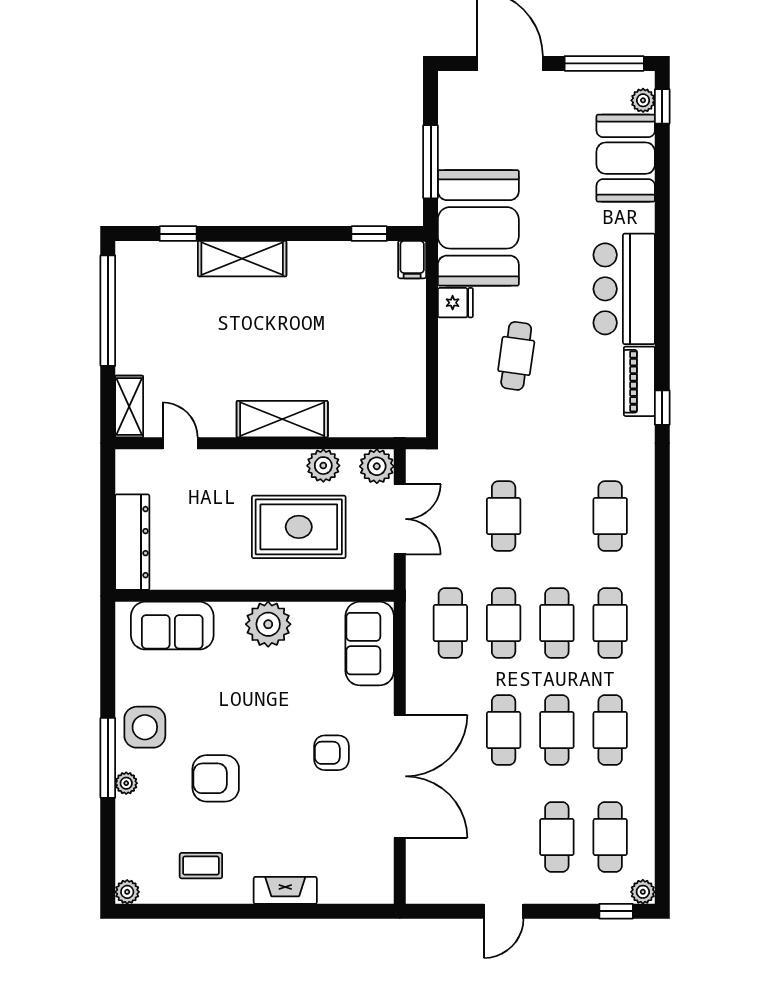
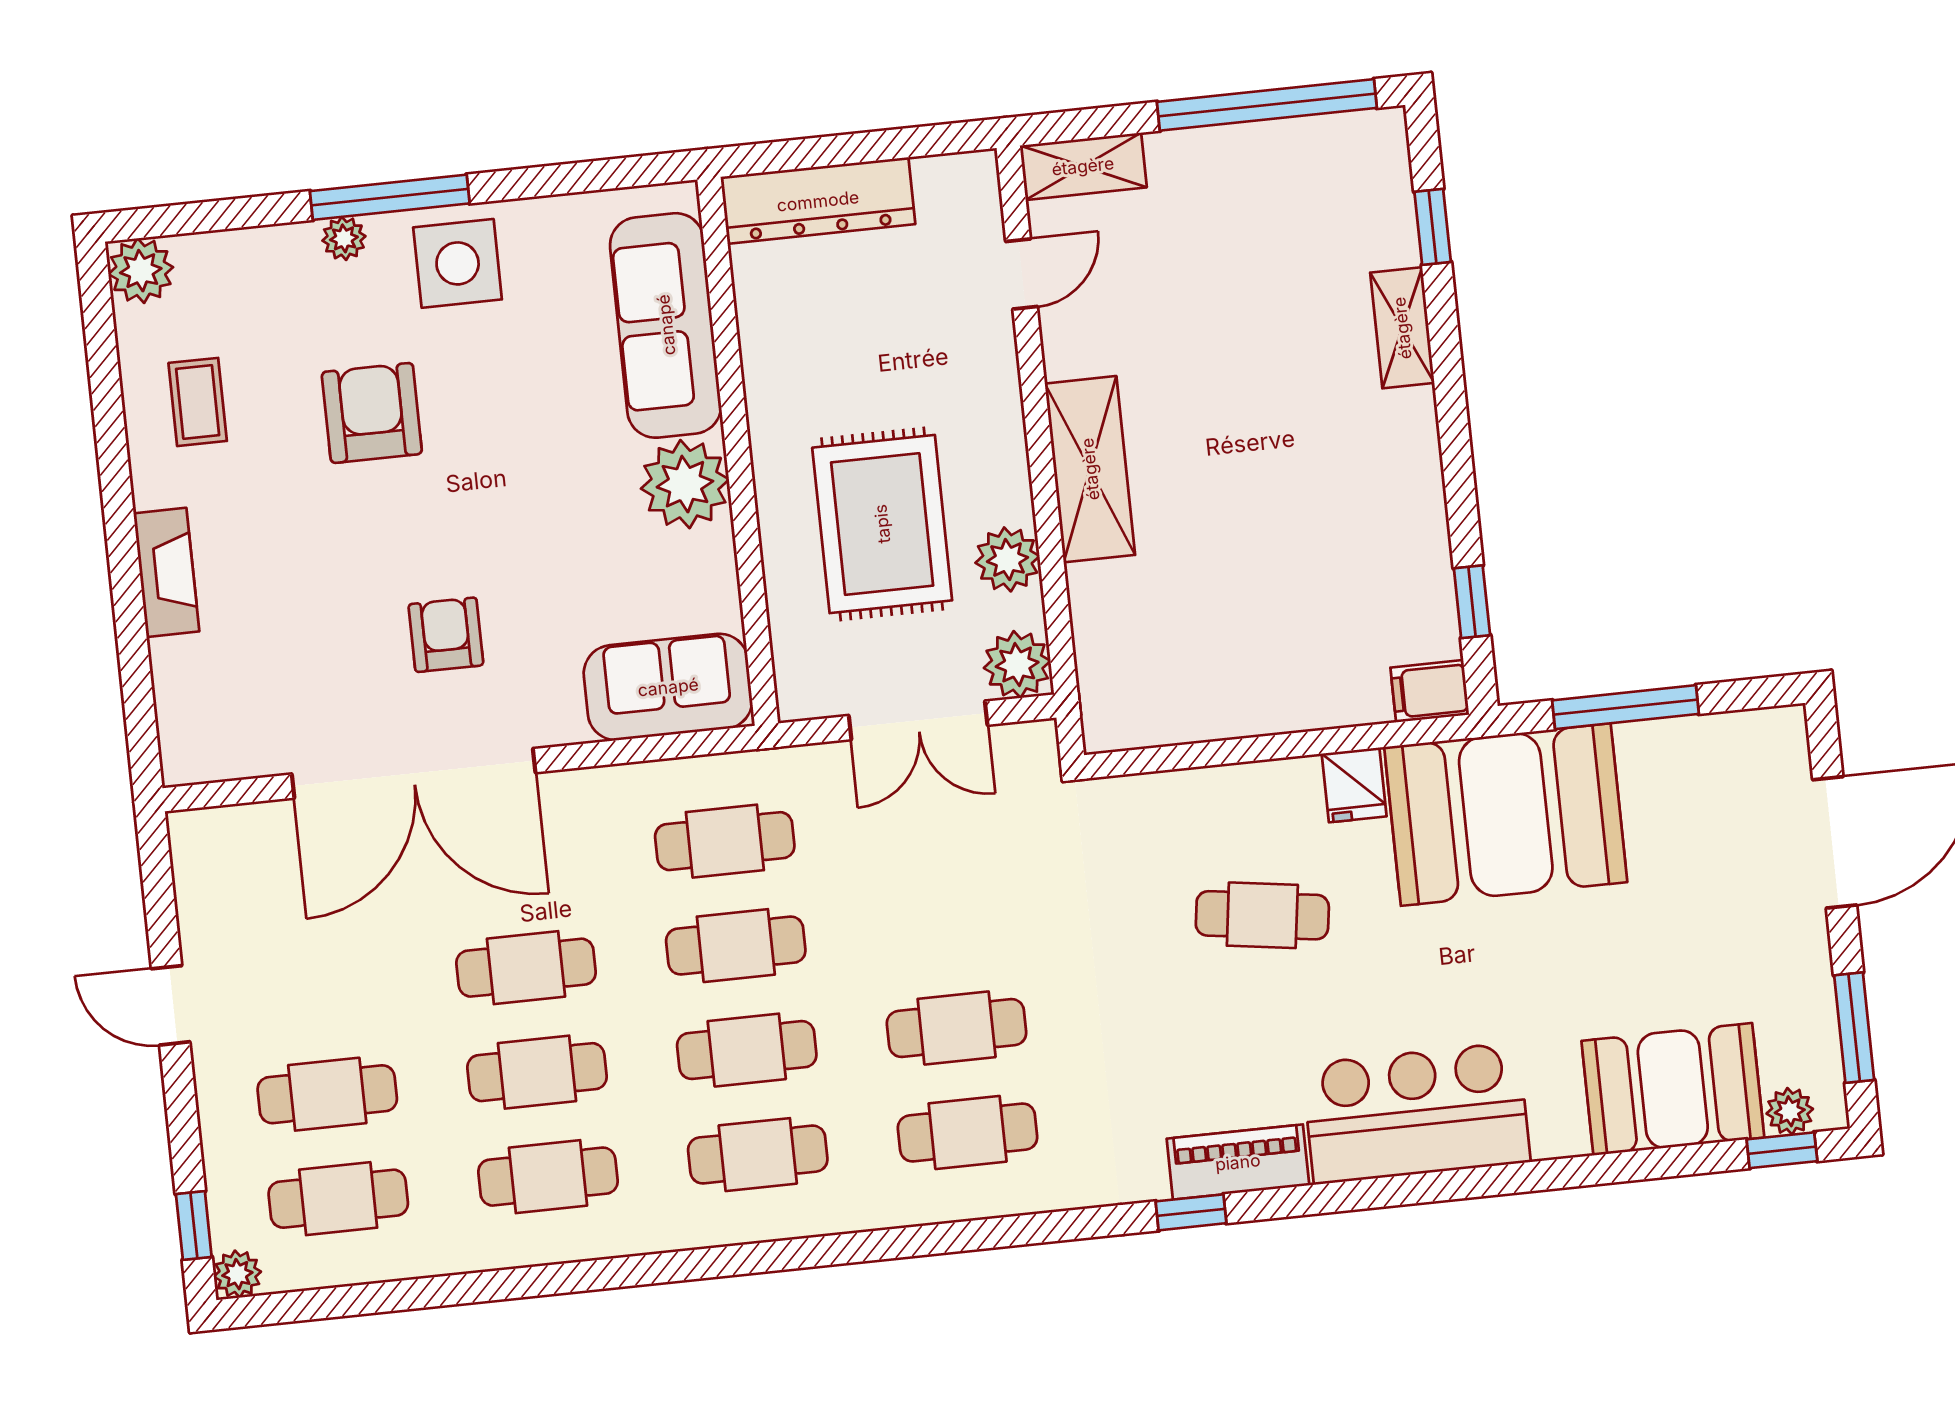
window: (604, 63) -> (1854, 1028), width x0.69
shelving: (242, 259) -> (1402, 328), width x0.67, depth x0.75
cafe table: (504, 516) -> (957, 1028), moved
sofa: (172, 626) -> (666, 325), width x1.36
plant: (127, 892) -> (141, 271), width x1.38, depth x1.38

